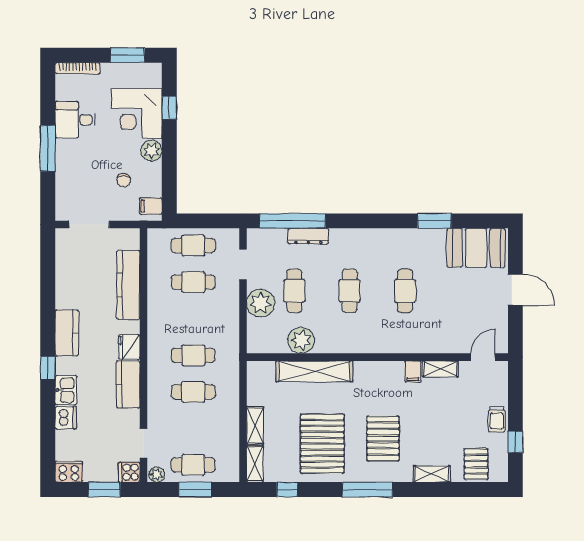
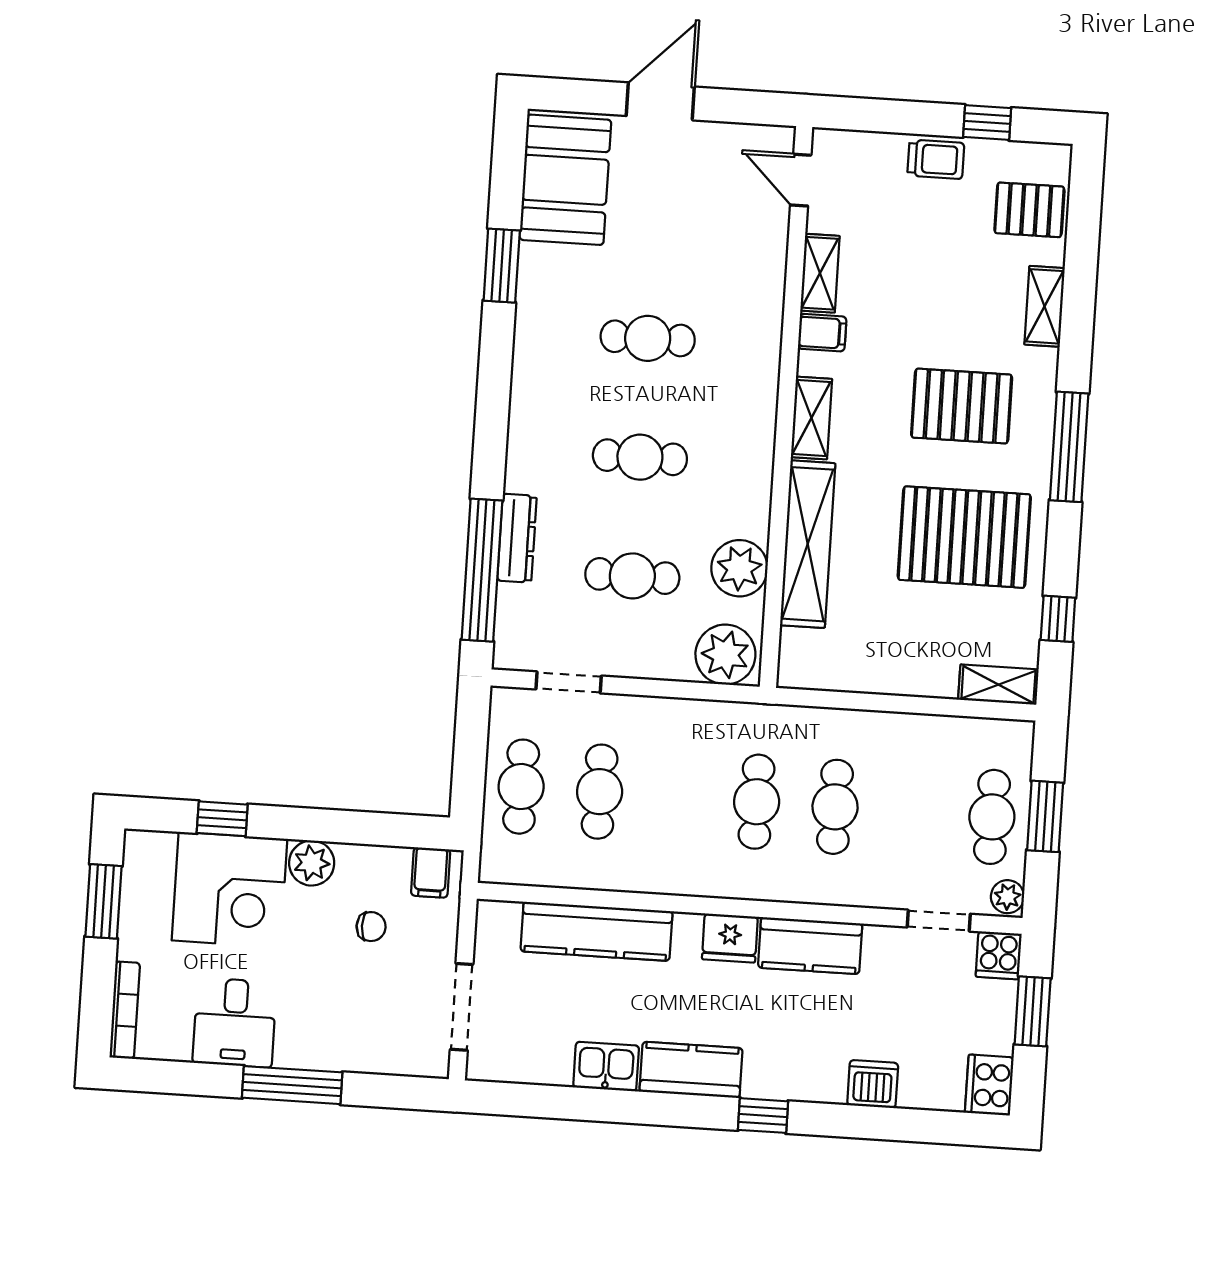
plant: (261, 303) -> (725, 655), moved
kitchen sink: (66, 390) -> (606, 1067), moved
shelving: (255, 425) -> (811, 418), moved, turned 90

